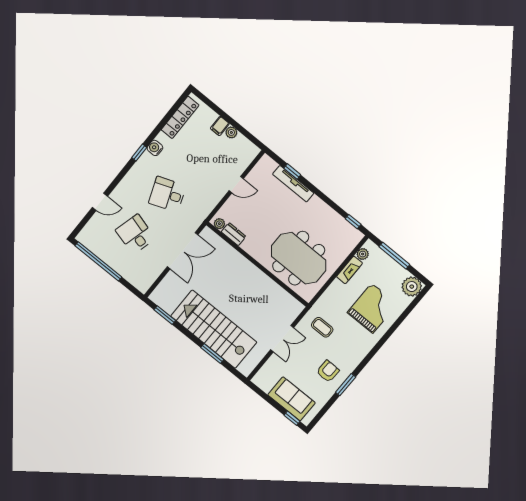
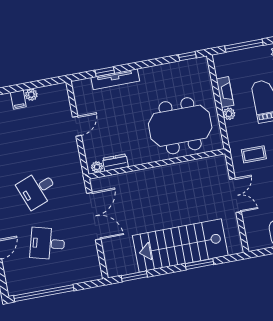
plant: (363, 254) -> (229, 114), moved

